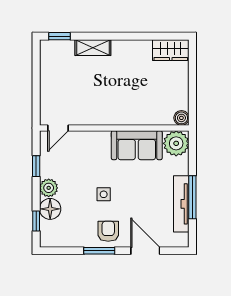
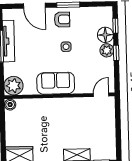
sofa: (137, 145) -> (56, 83), moved
window: (36, 166) -> (116, 53), moved
armchair: (108, 231) -> (62, 19), turned -90

